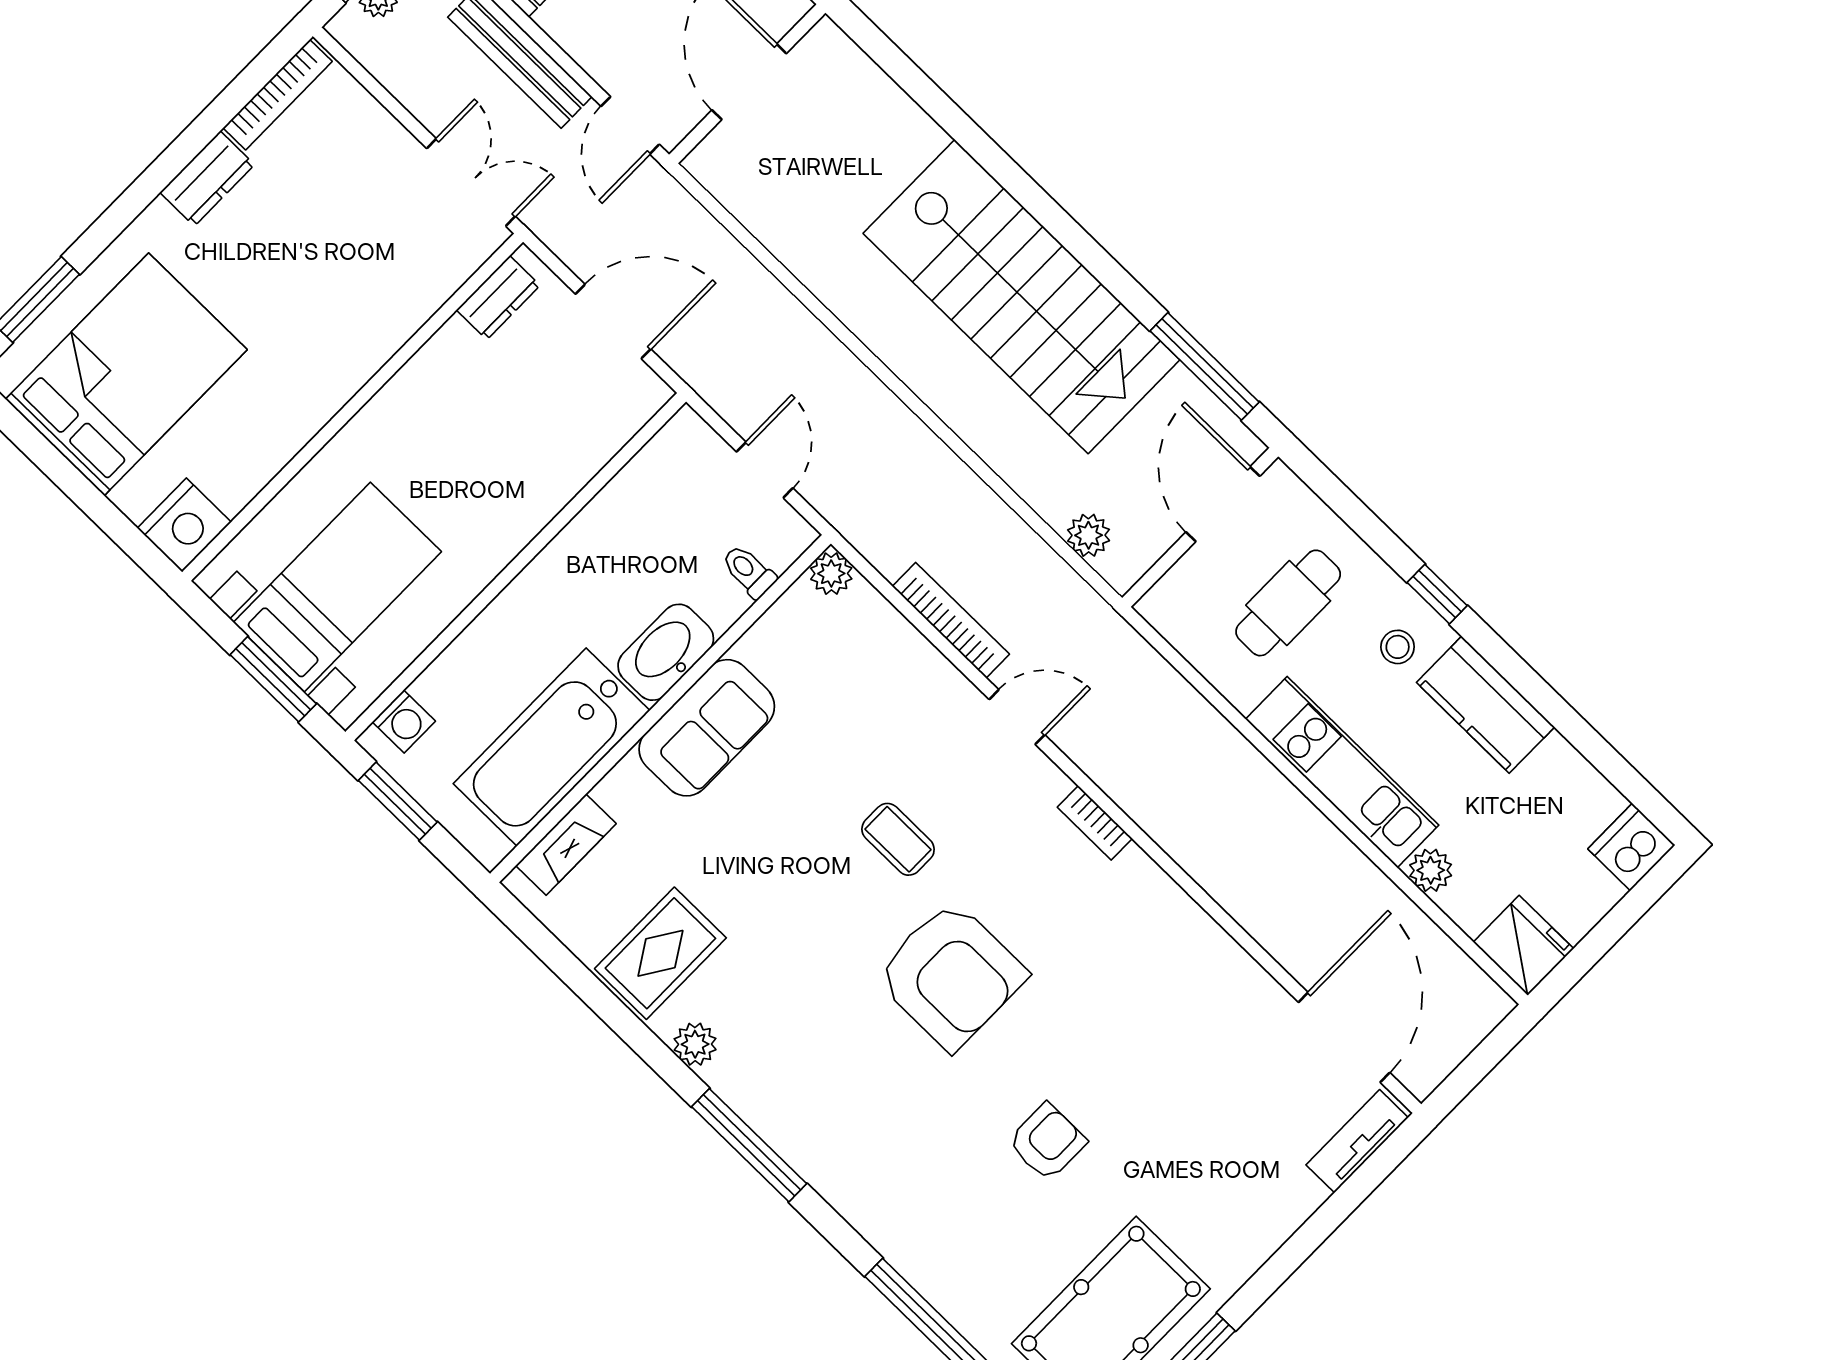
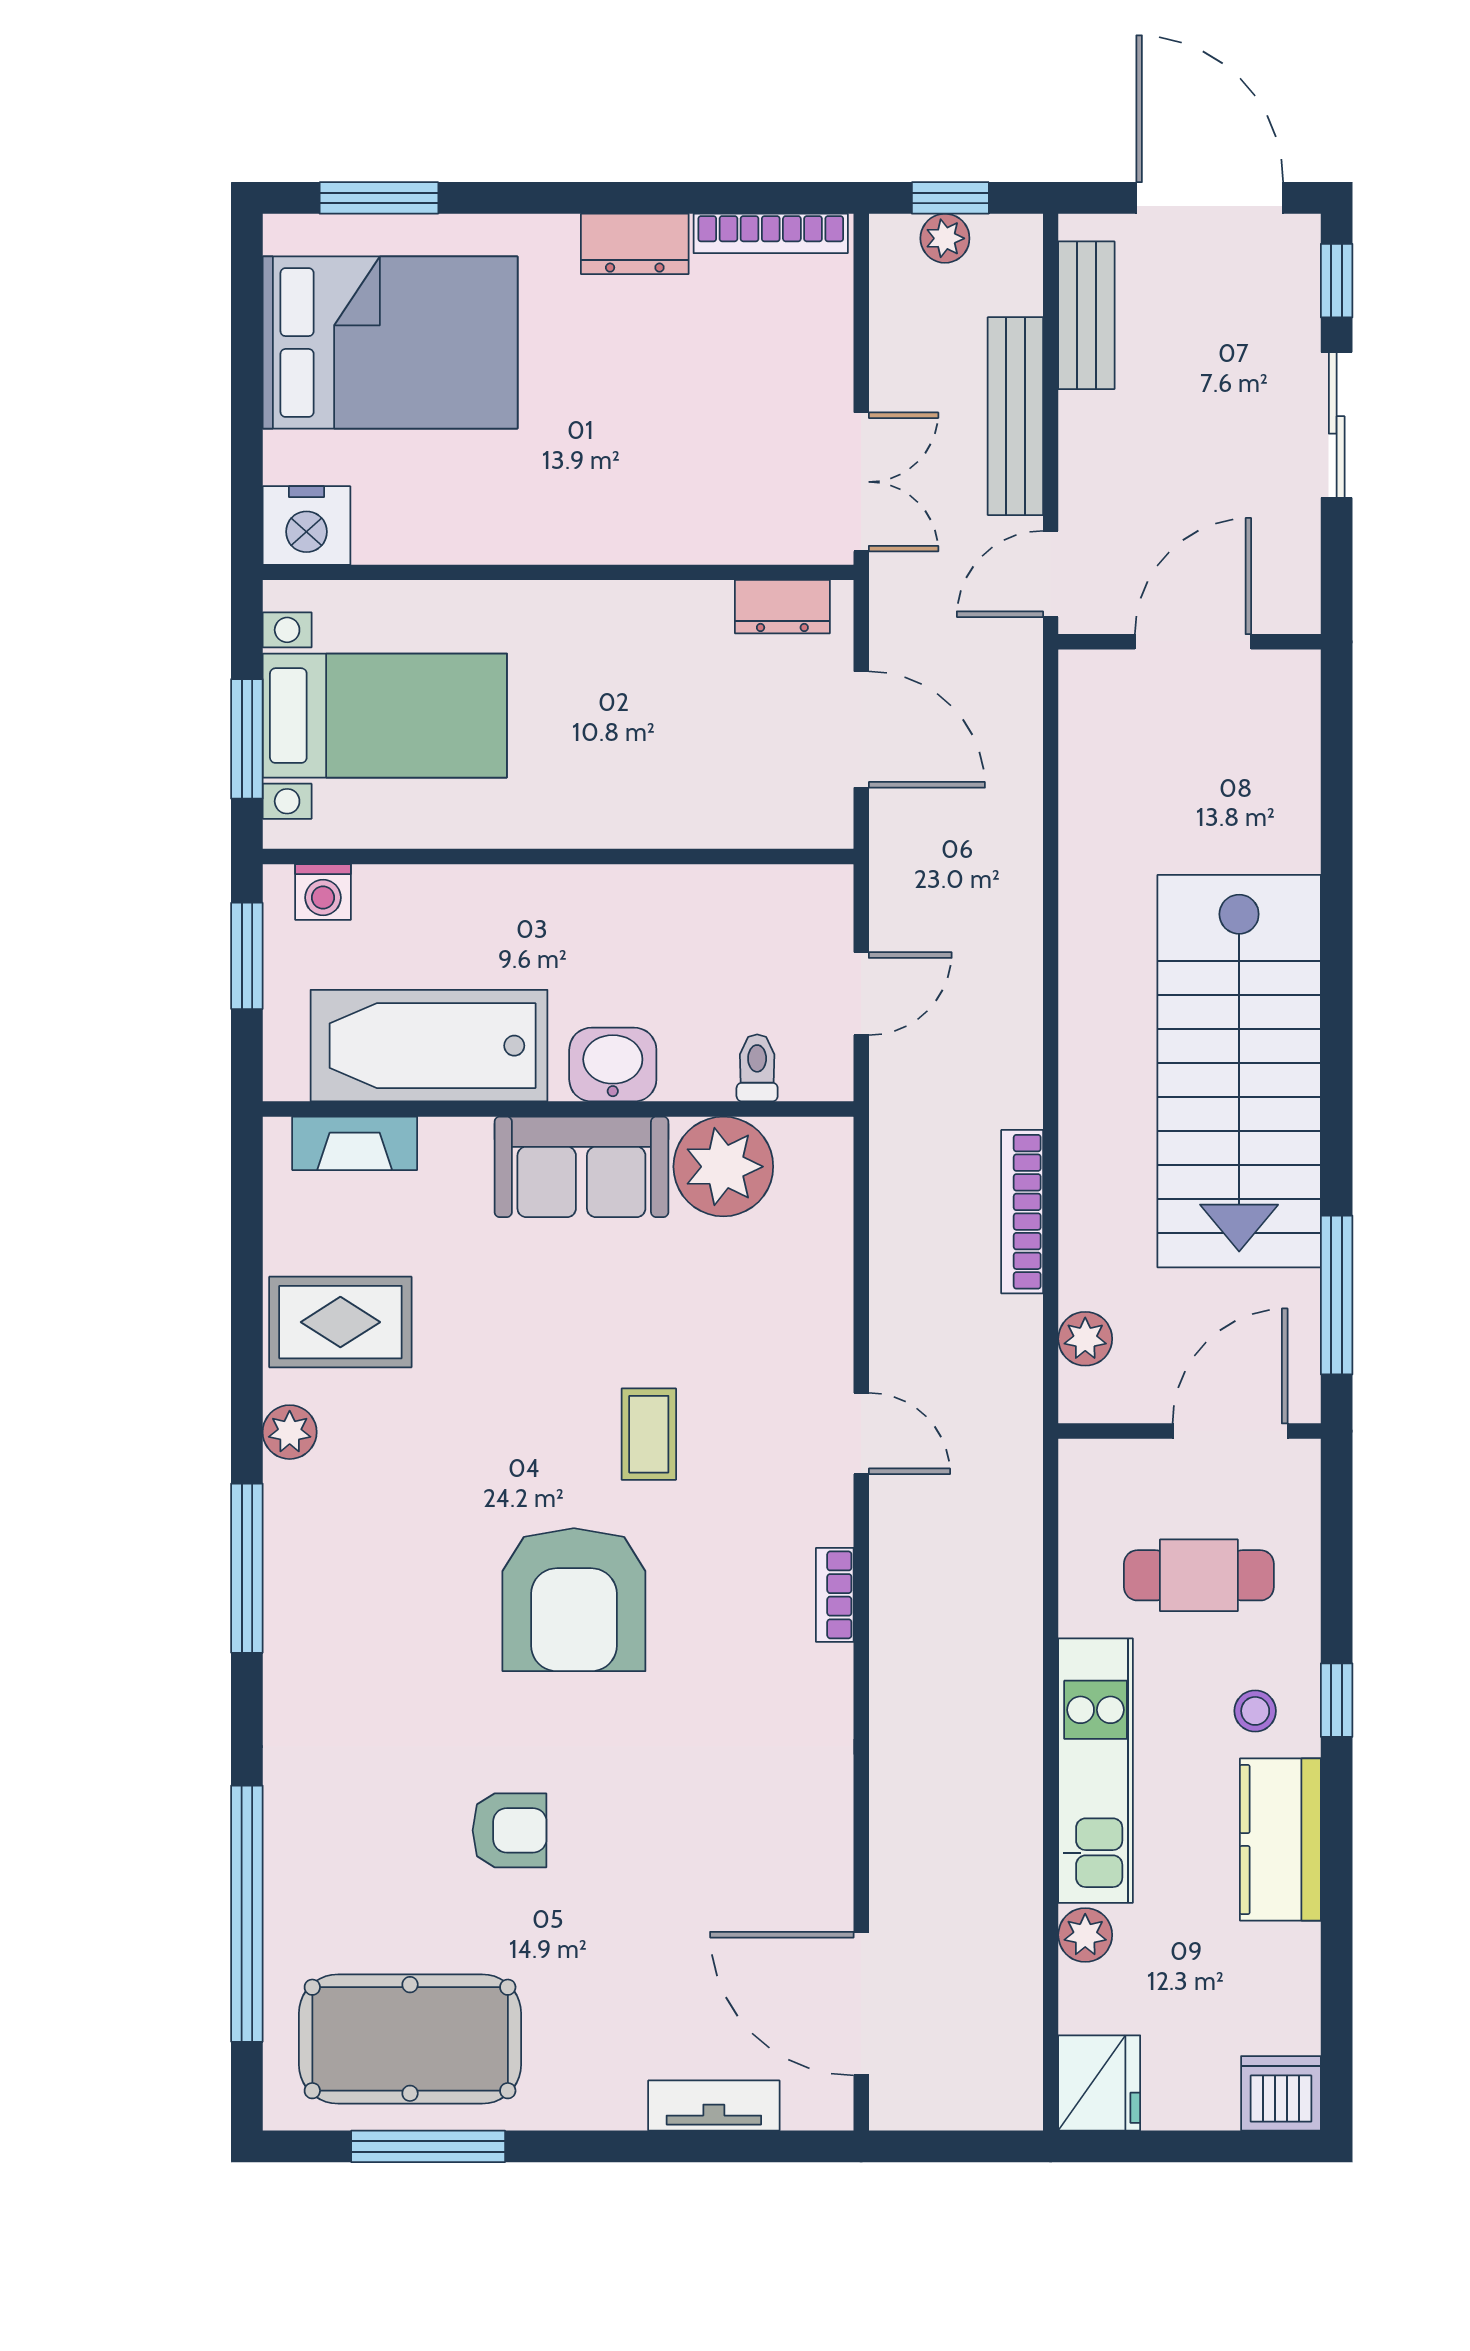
plant: (831, 574) -> (723, 1167), moved, width x1.88, depth x1.88
bookcase: (951, 620) -> (1022, 1212), moved, turned 180
washbasin: (666, 652) -> (613, 1065), width x0.72
door: (1344, 1037) -> (861, 2004), swing flipped
tv unit: (1357, 1141) -> (714, 2106), moved

